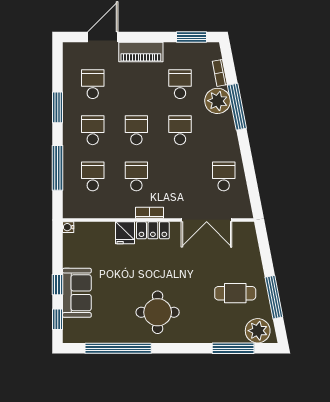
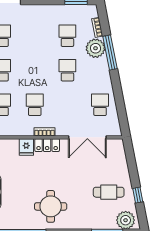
piano: (141, 52) -> (38, 12), removed
school desk: (136, 130) -> (35, 70), removed
window: (274, 297) -> (138, 195), width x0.46

